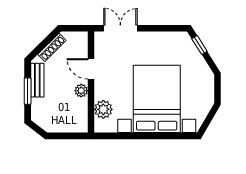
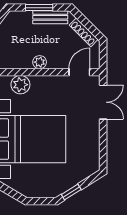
window: (199, 45) -> (71, 192), moved
door: (91, 69) -> (79, 72), moved

